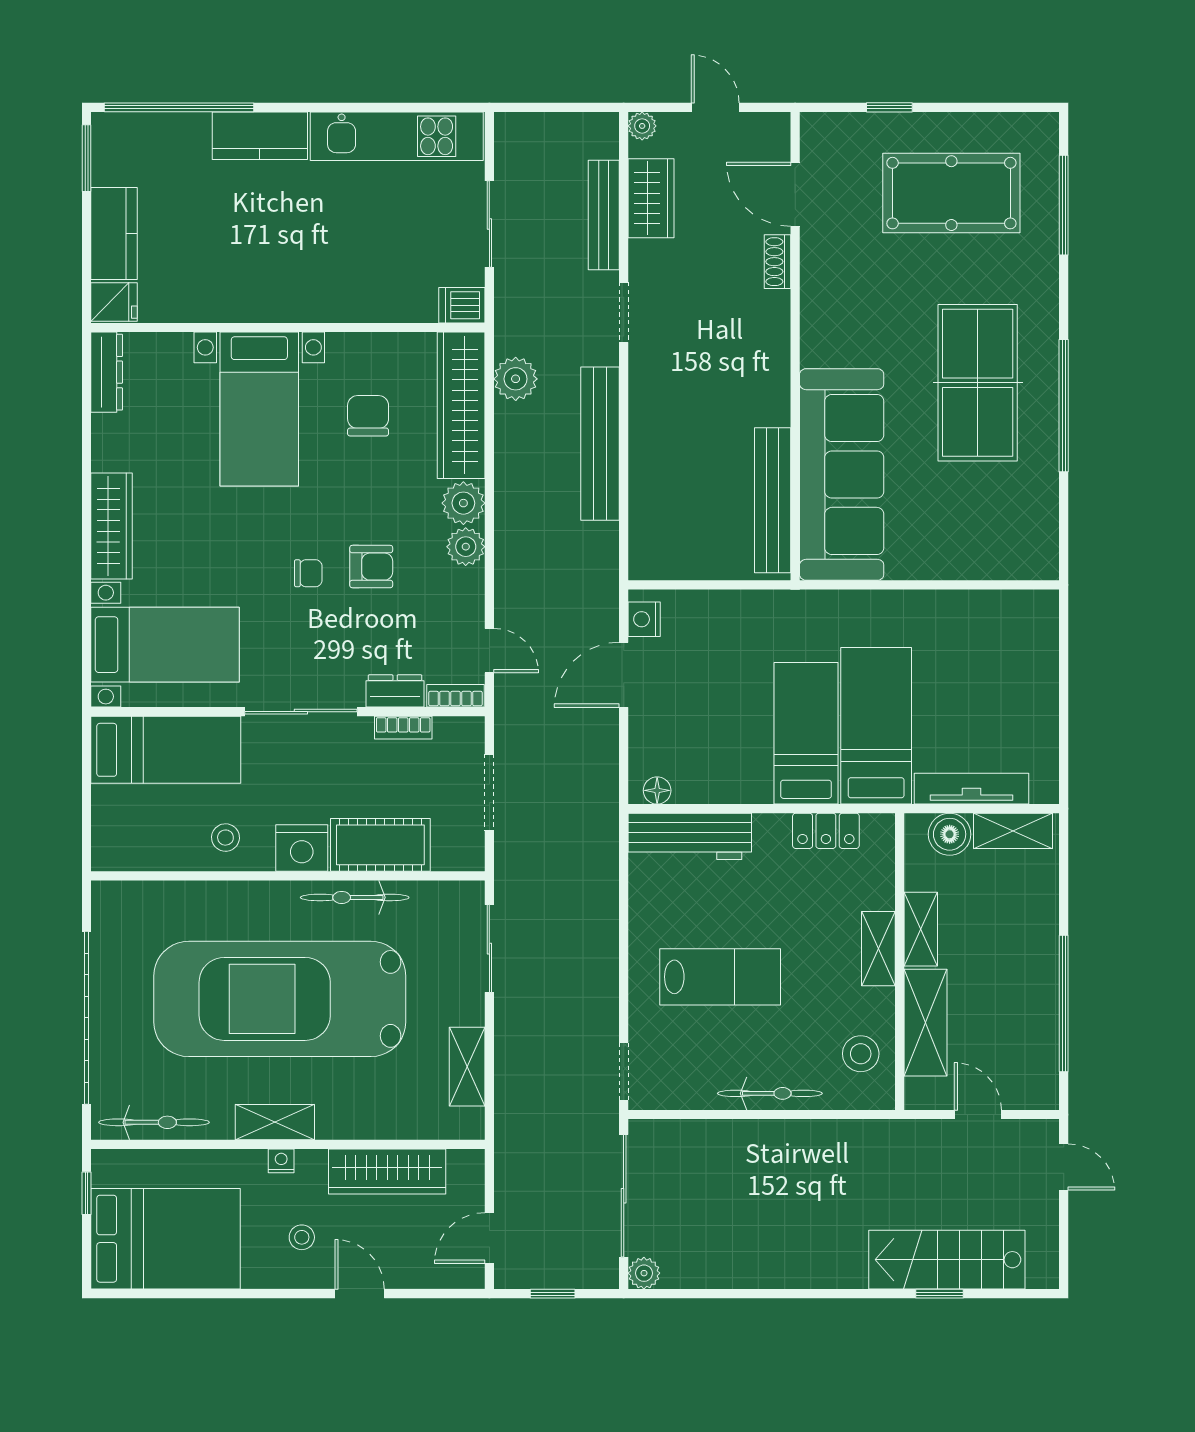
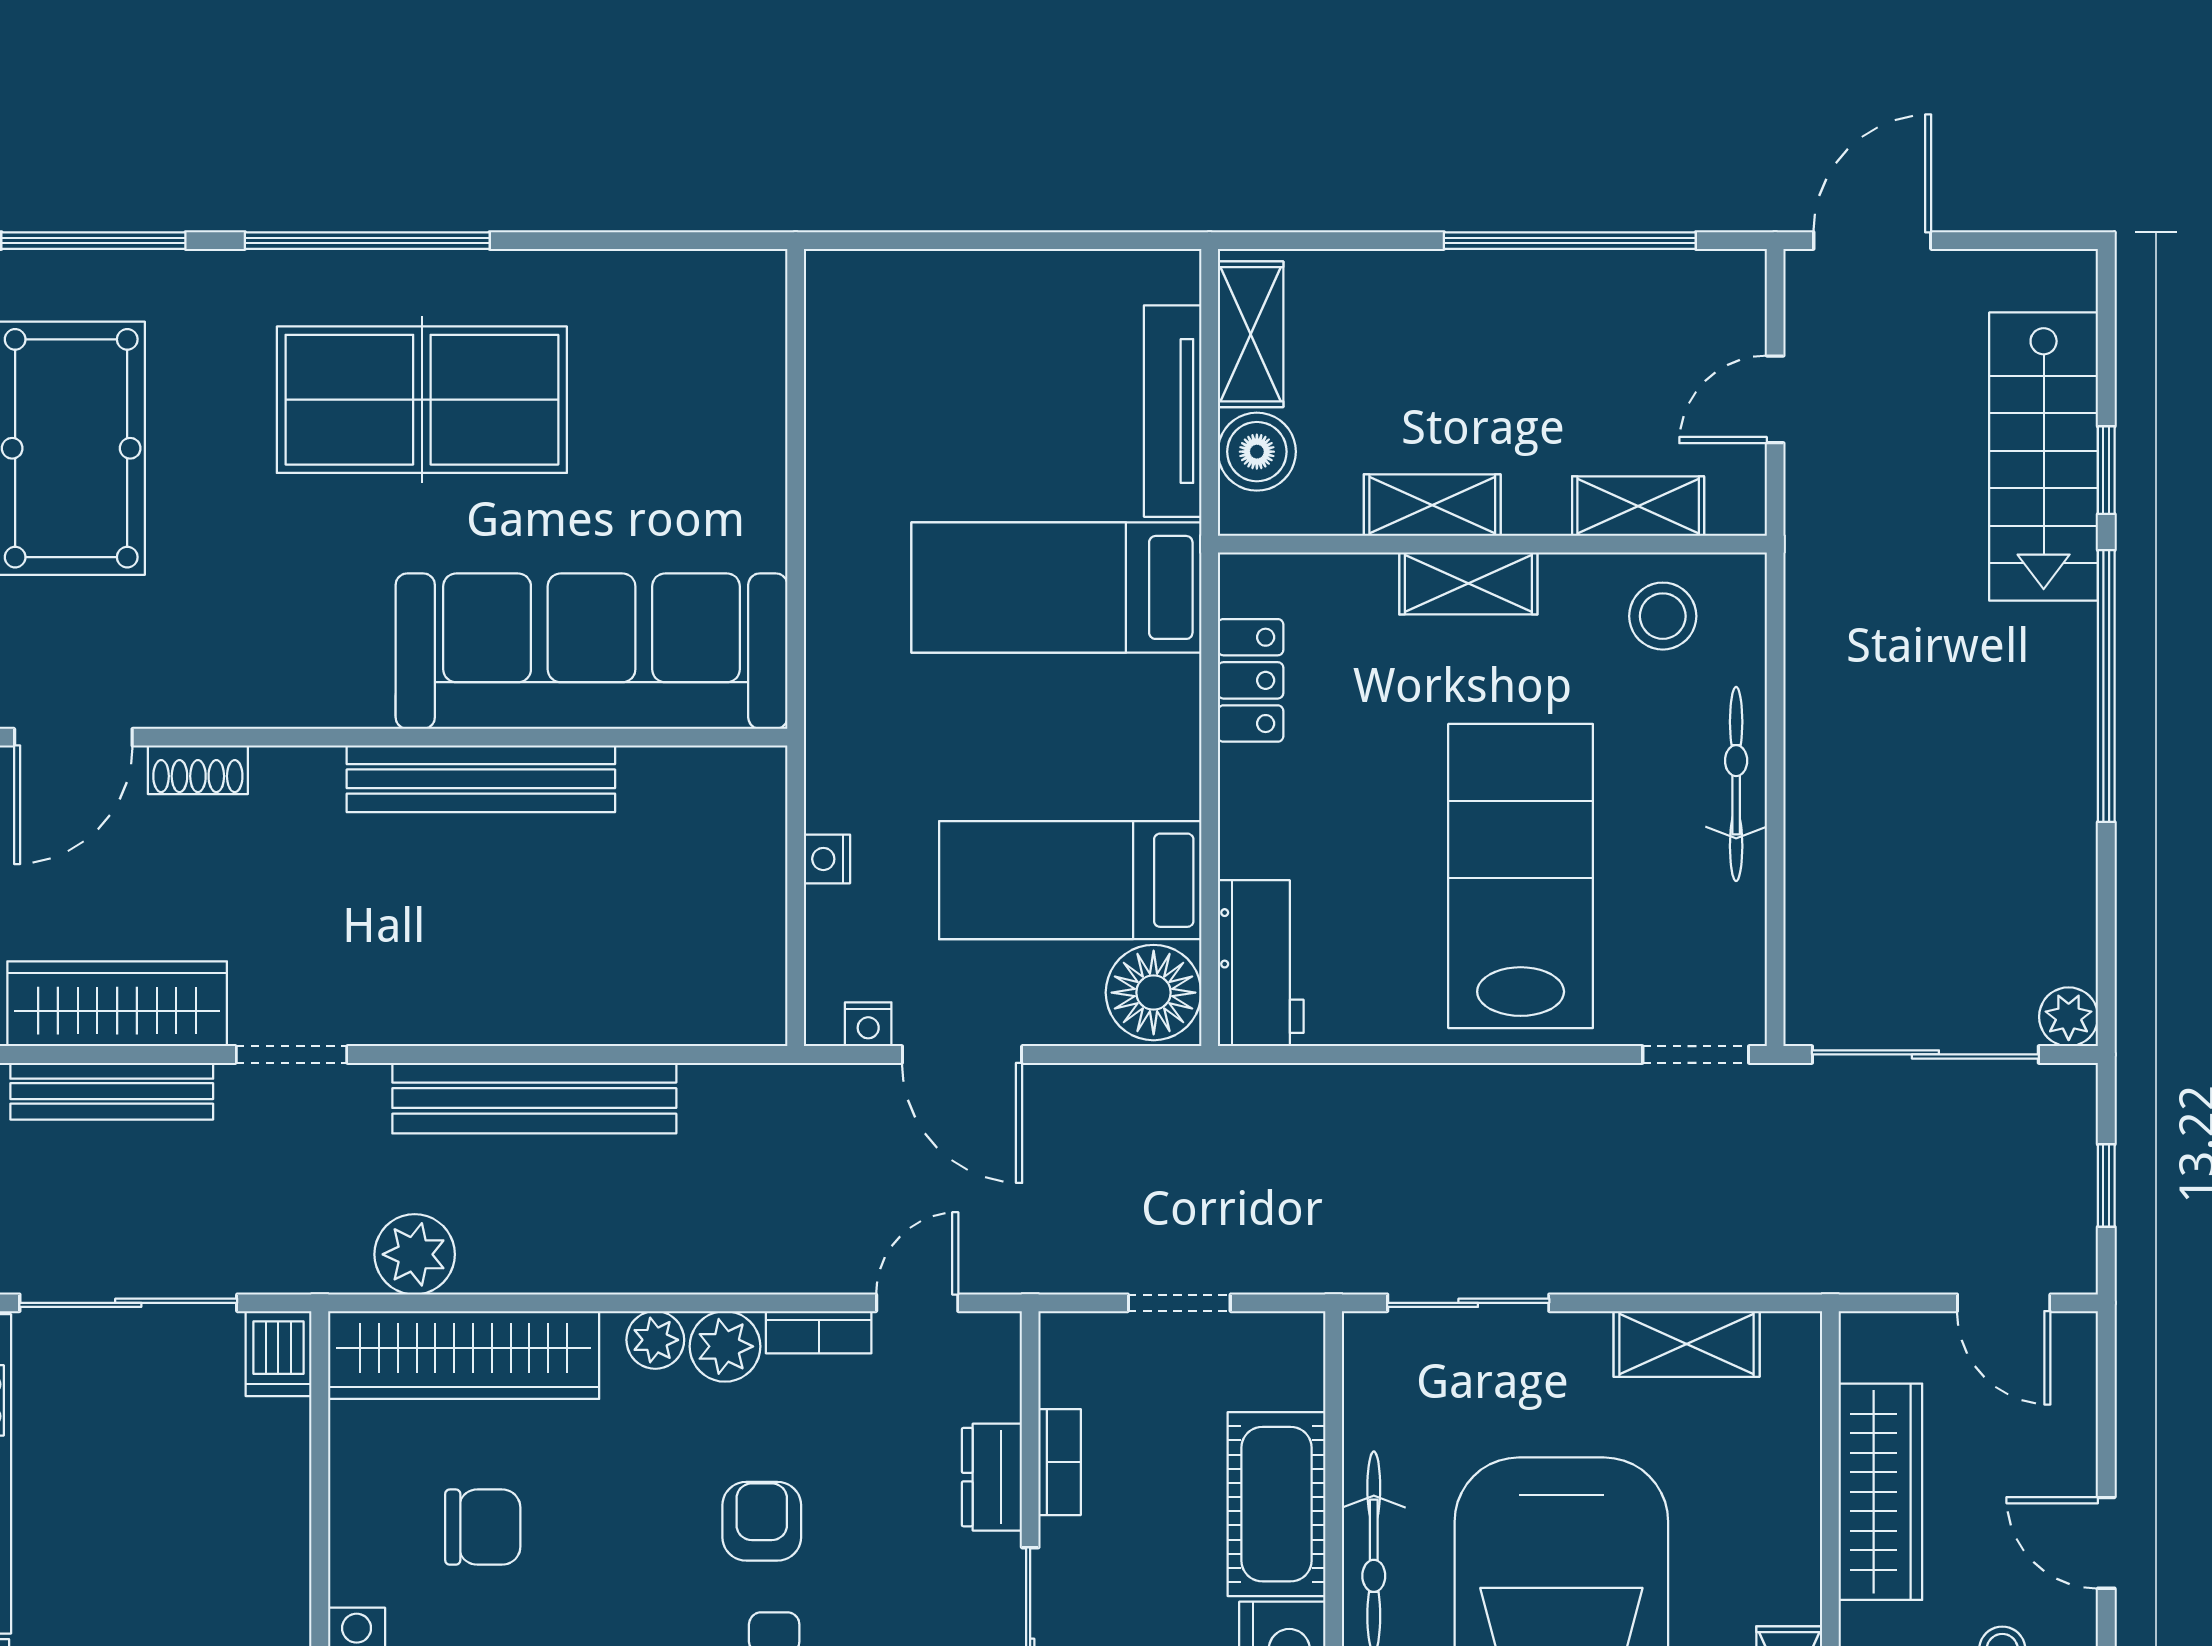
wardrobe: (651, 198) -> (117, 1004), width x1.50
sliding door: (489, 224) -> (128, 1303), width x1.37
window: (1064, 406) -> (367, 241), moved
chair: (368, 416) -> (483, 1527), turned 180
bench: (773, 500) -> (481, 779), moved
plant: (463, 503) -> (655, 1340), width x0.73, depth x0.73
nightstand: (729, 602) -> (827, 859), added
nightstand: (644, 619) -> (868, 1024), width x0.72, depth x0.74
bookcase: (456, 696) -> (819, 1332), moved, turned -90
bed: (806, 733) -> (1070, 880), moved
floor lamp: (657, 790) -> (1154, 993), width x1.89, depth x1.89
doorway: (489, 792) -> (1179, 1303), width x0.73
workbench: (690, 836) -> (1261, 963), width x0.73
lab bench: (720, 977) -> (1521, 876), width x1.36, depth x1.39
shelving: (925, 1023) -> (1638, 506), width x0.67, depth x0.75
door: (1064, 1167) -> (1872, 241), width x1.37
door: (360, 1294) -> (2106, 1543), hinge flipped
window: (823, 1294) -> (2106, 686), added

